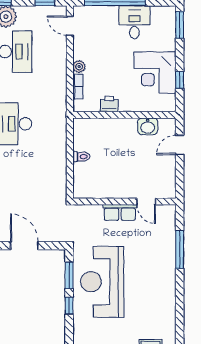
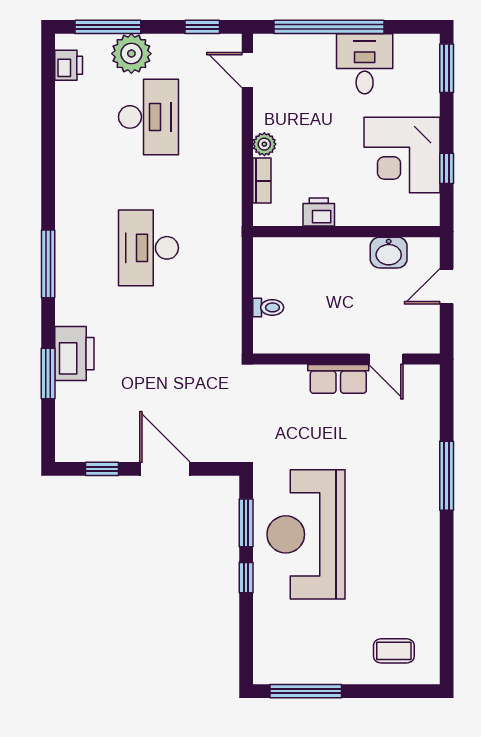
wall: (124, 202) -> (346, 359), moved
door: (146, 202) -> (386, 359), moved
row of seats: (120, 213) -> (338, 379), moved

